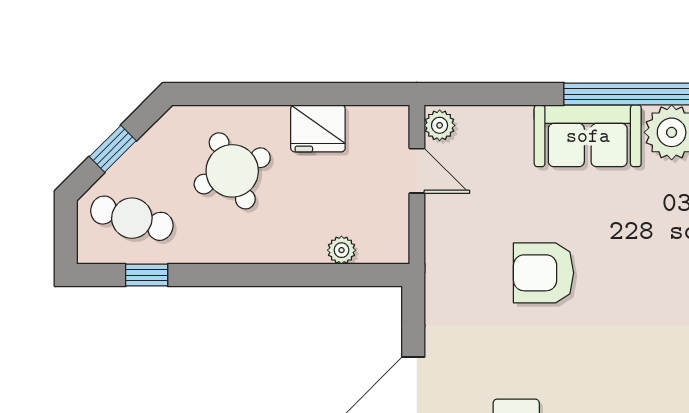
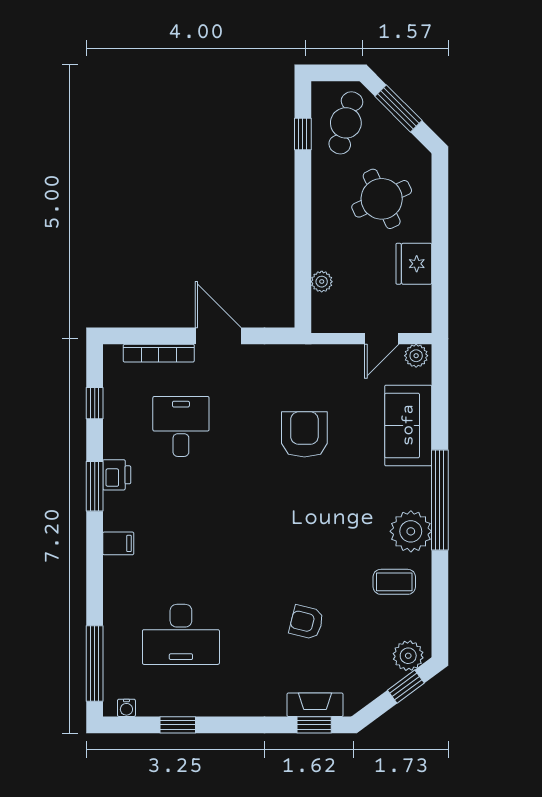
sofa: (588, 136) -> (408, 425), moved
window: (113, 149) -> (398, 108), width x1.50

